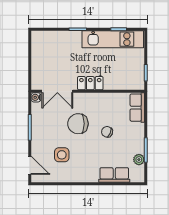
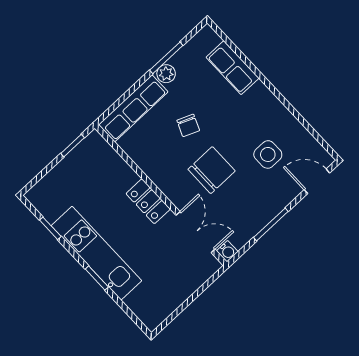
kitchen unit: (113, 39) -> (96, 253), moved
row of seats: (137, 108) -> (133, 108), width x1.48
chair: (78, 124) -> (212, 170), turned -90
plant: (139, 160) -> (166, 74), moved
door: (30, 165) -> (317, 181), hinge flipped

